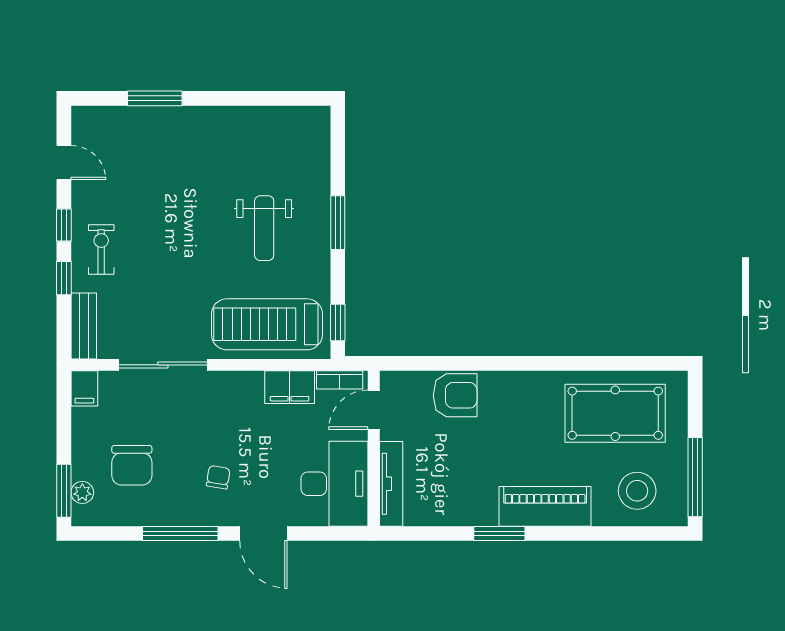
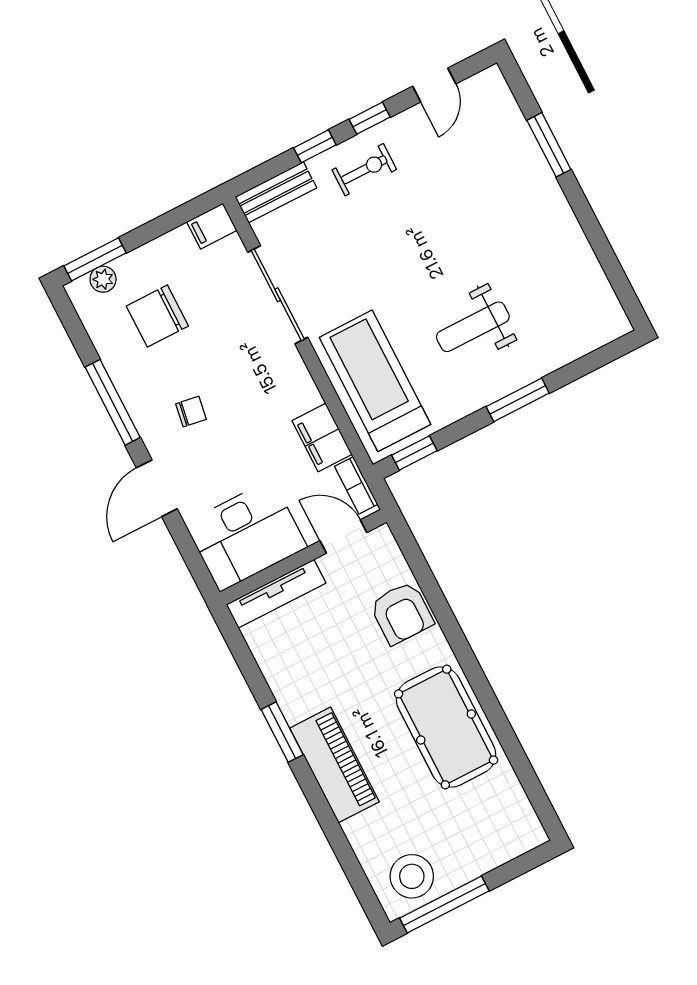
pool table: (615, 413) -> (446, 727), moved
stool: (637, 491) -> (412, 876), moved

